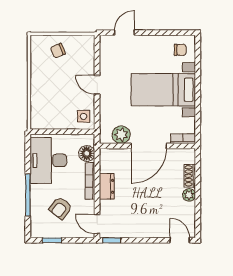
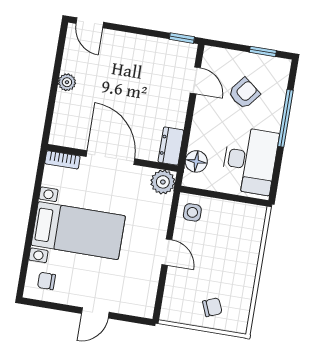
door: (125, 33) -> (95, 313), moved
plant: (121, 135) -> (163, 182), moved
door: (149, 146) -> (110, 158), hinge flipped
shoe rack: (190, 176) -> (62, 108), removed
bookcase: (90, 181) -> (198, 123), removed
dresser: (107, 186) -> (171, 146), moved
door: (97, 224) -> (195, 80), moved

